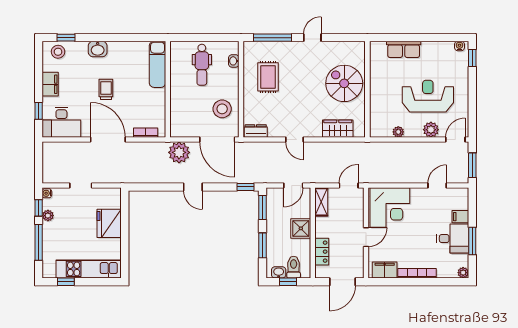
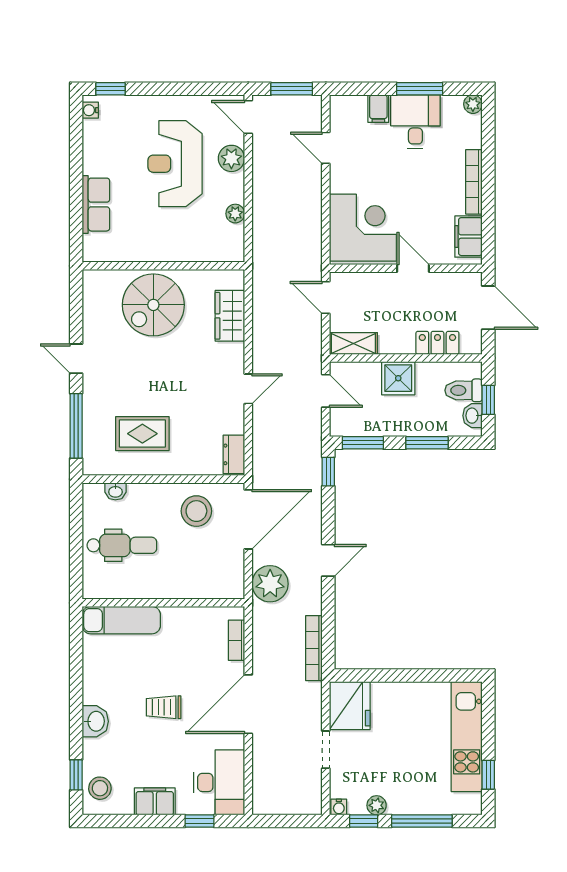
bookcase: (141, 178) -> (314, 648), added
fridge: (109, 223) -> (350, 706), moved, turned -90

